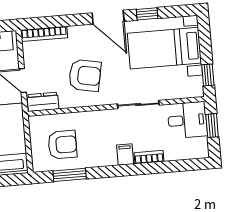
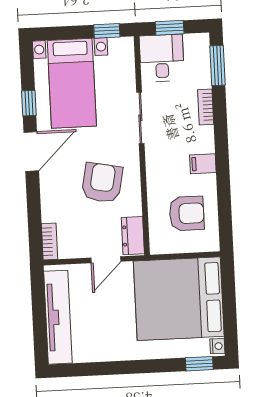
bookcase: (44, 34) -> (50, 241), width x0.64
armchair: (62, 145) -> (187, 213), turned 90
filing cabinet: (125, 155) -> (203, 164), moved
window: (70, 175) -> (217, 66), moved

